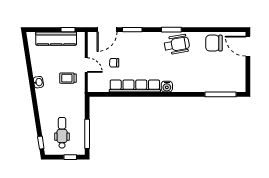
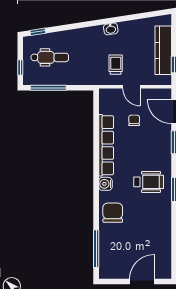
chair: (214, 43) -> (113, 213), moved
wheelchair: (177, 44) -> (149, 182), moved, turned -80
door: (248, 46) -> (142, 282), moved
door: (86, 65) -> (131, 87), hinge flipped

